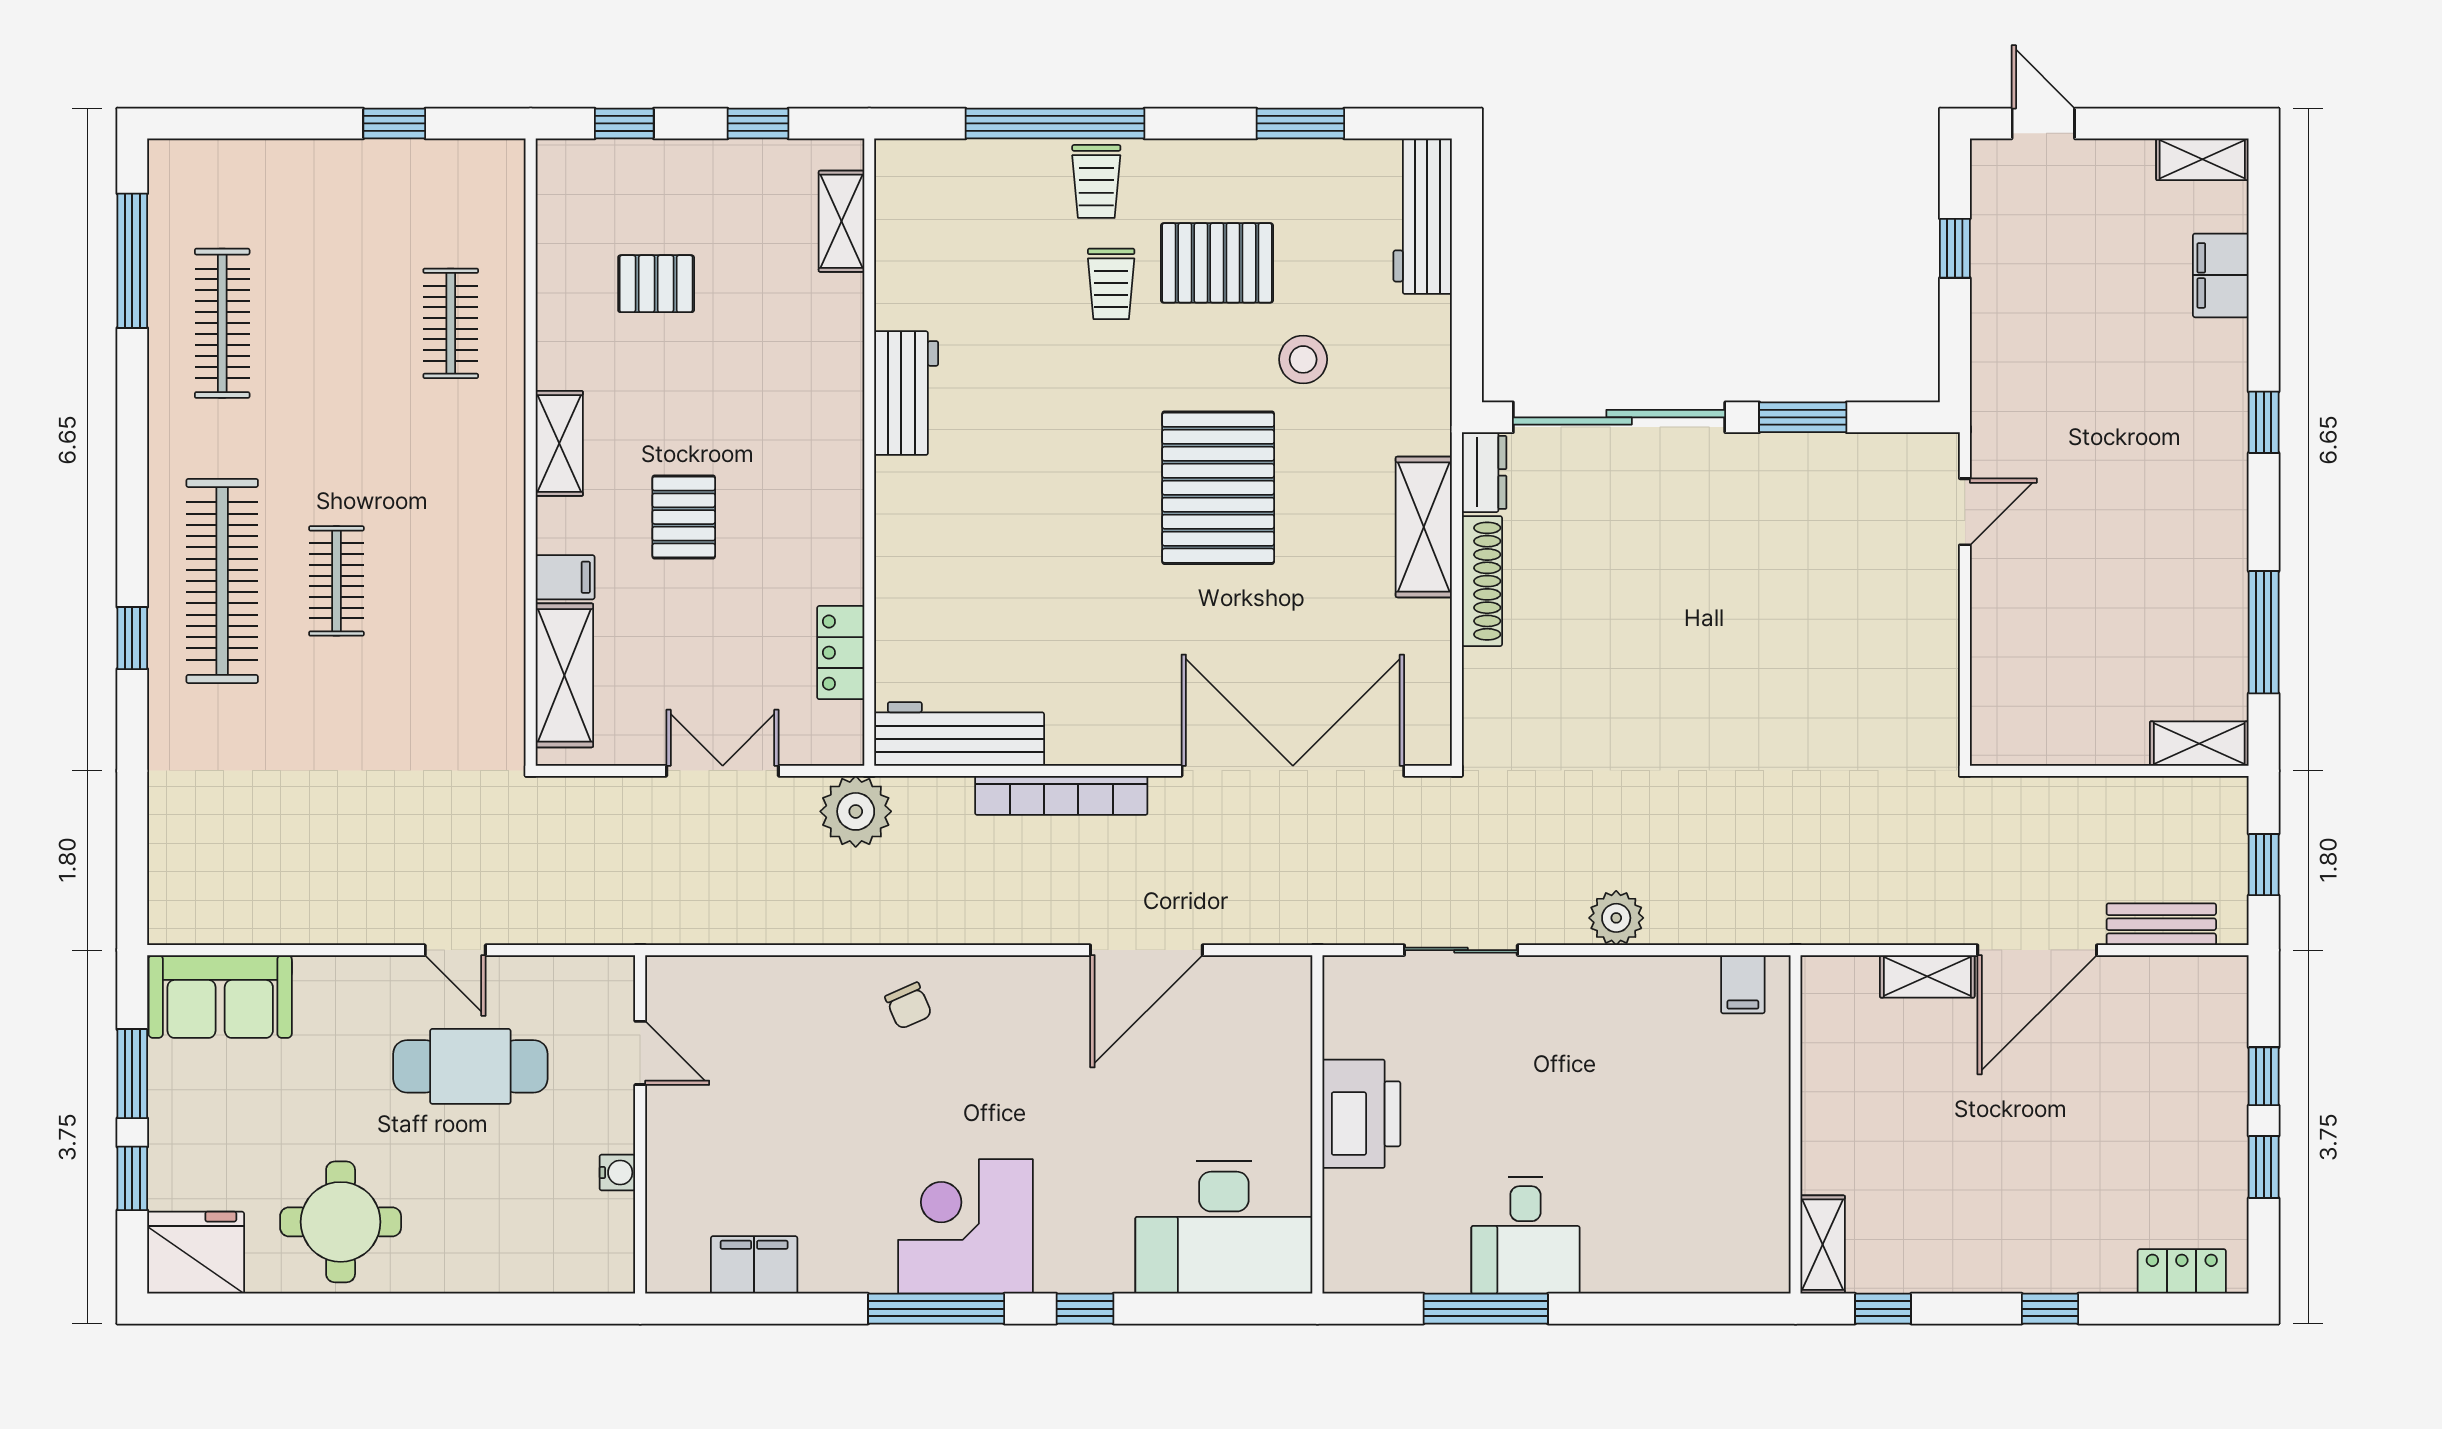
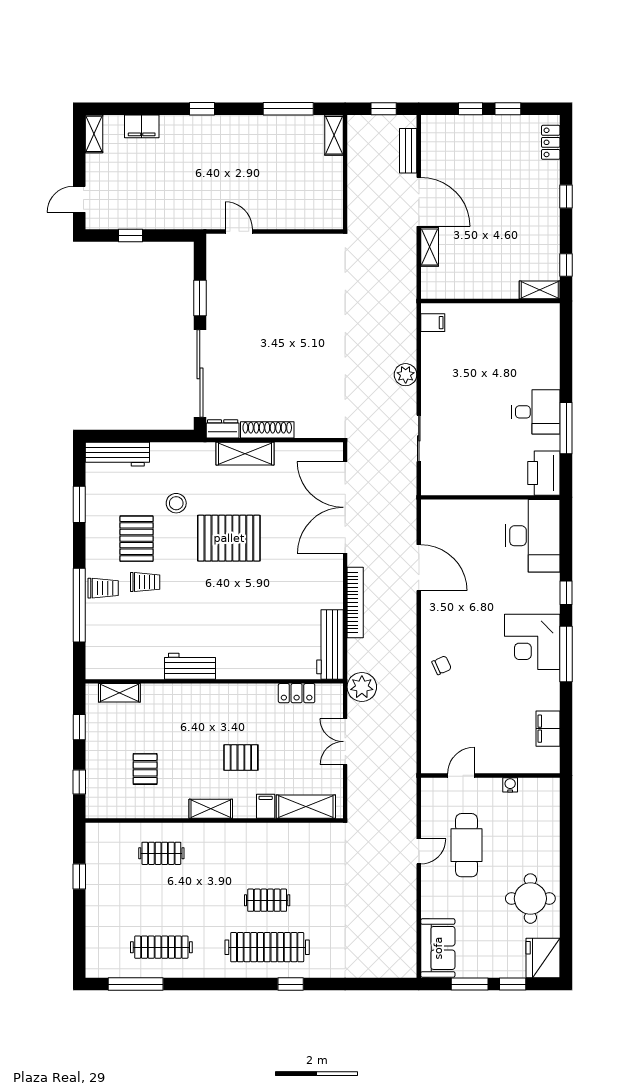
printer: (1361, 1114) -> (544, 473), moved, turned -90

